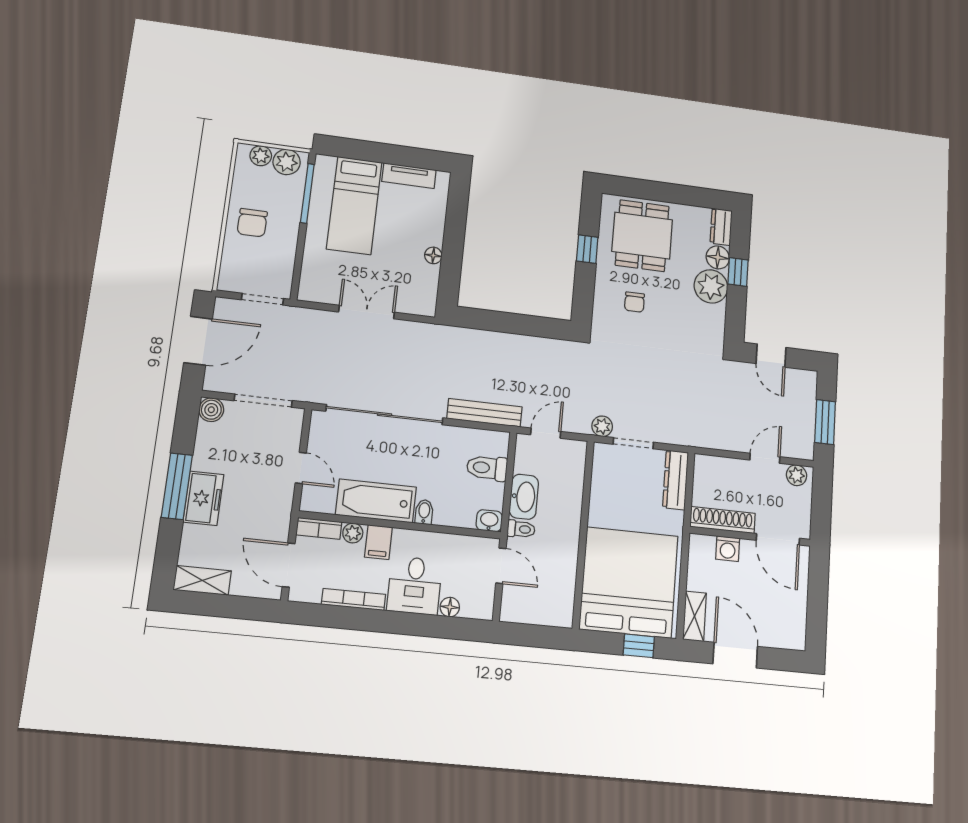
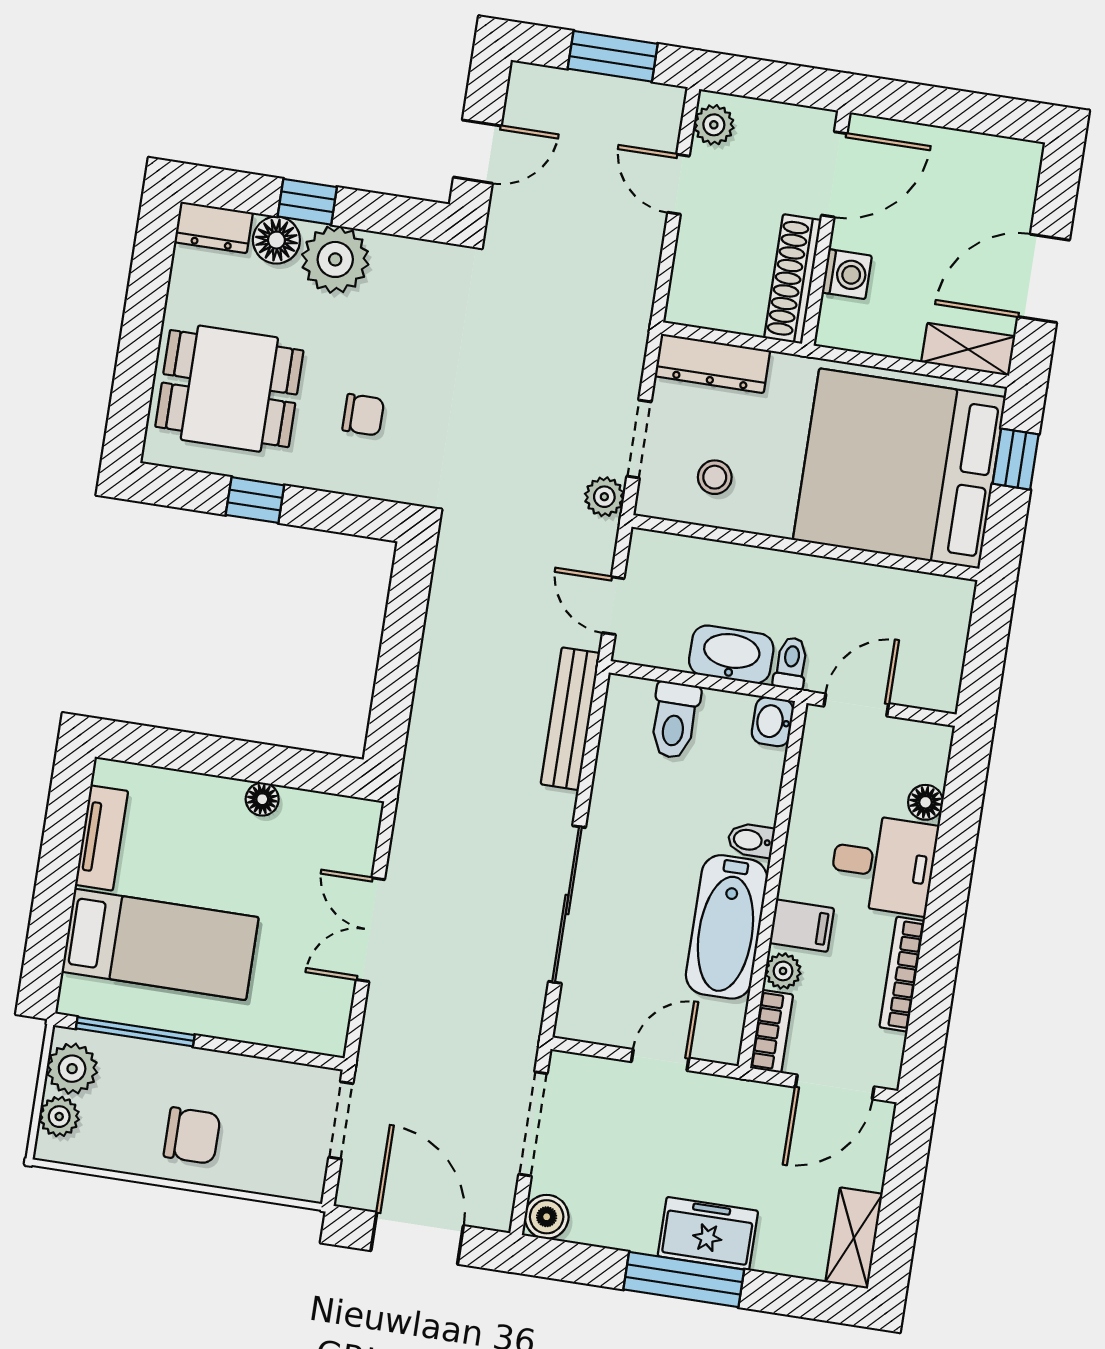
sliding door: (385, 415) -> (567, 905), width x0.73
stool: (617, 484) -> (715, 477), added

